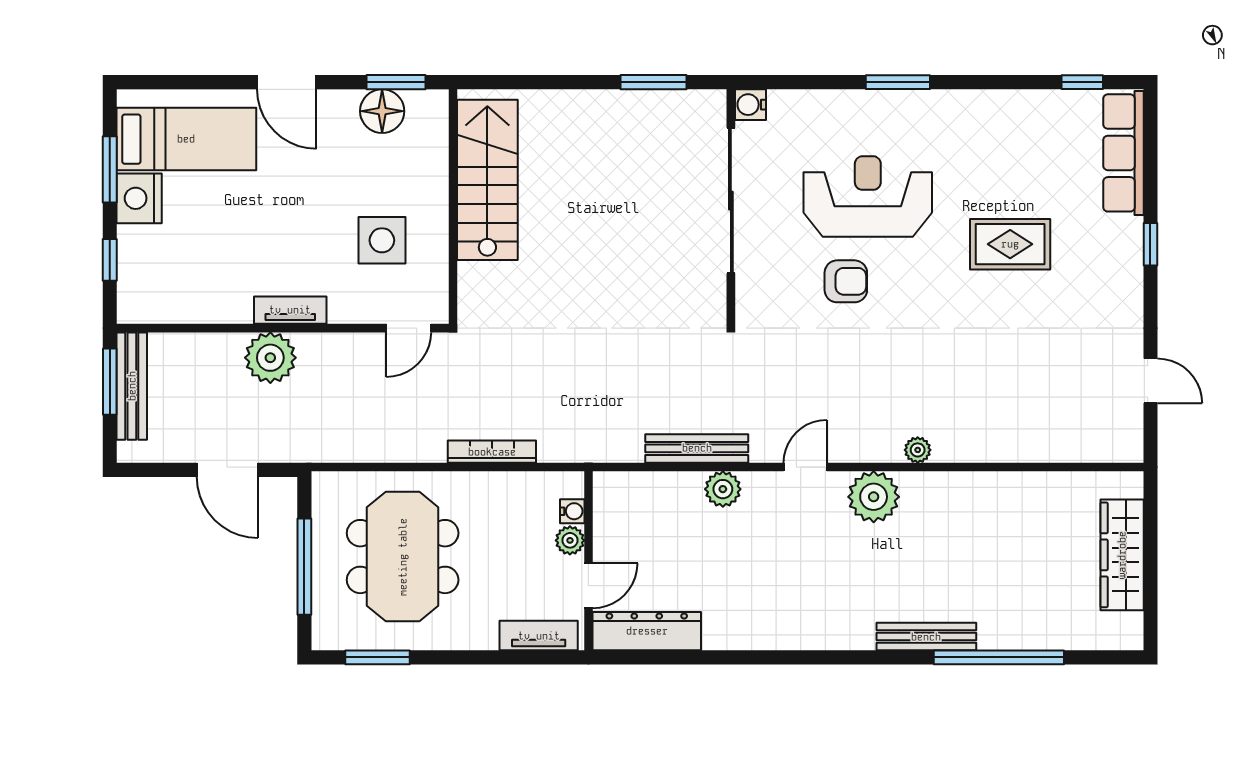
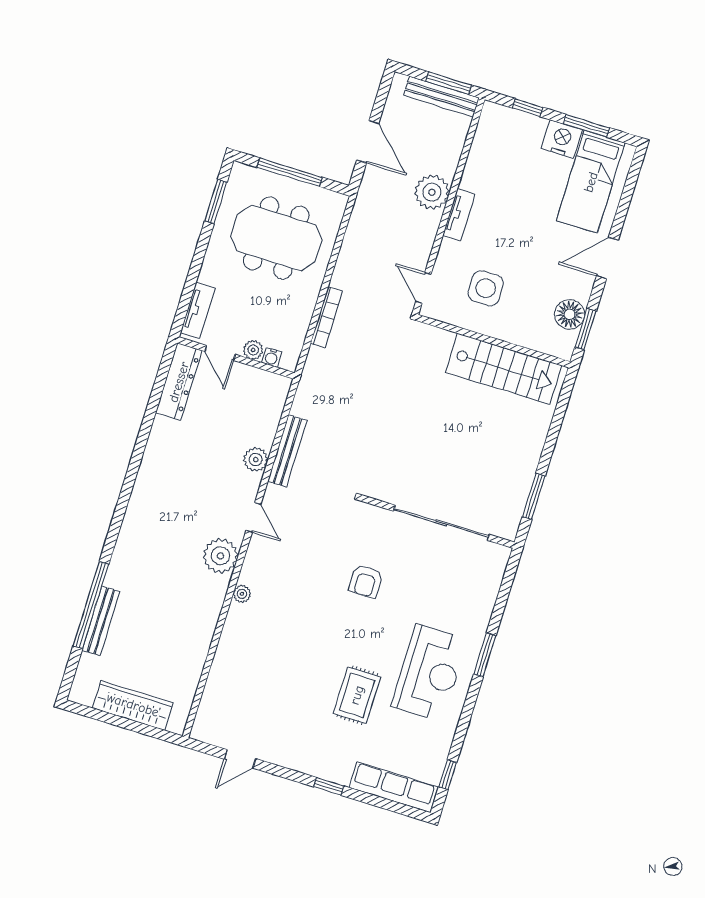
water cooler: (750, 105) -> (500, 555), removed
reception desk: (868, 196) -> (429, 673), moved
door: (227, 470) -> (368, 142), swing flipped
bench: (926, 637) -> (101, 621), moved

